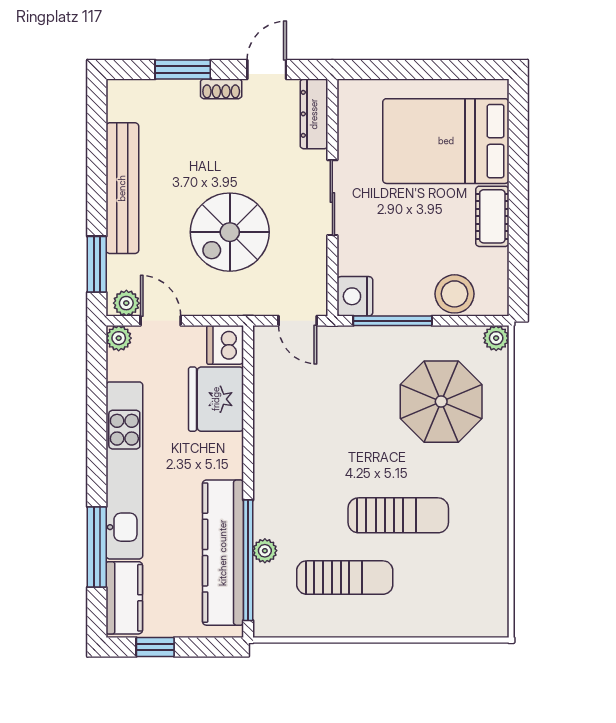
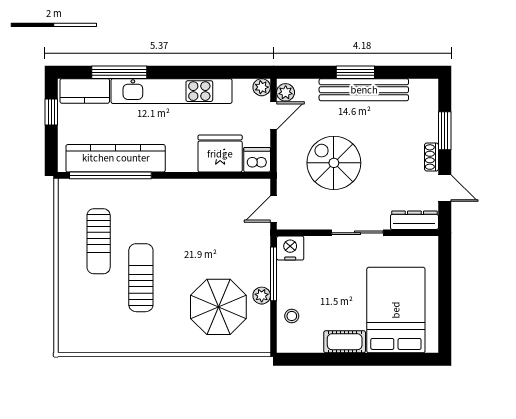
window: (97, 264) -> (355, 72), moved
stool: (455, 294) -> (292, 316), width x0.53, depth x0.53
plant: (496, 338) -> (262, 296), moved
sun lounger: (398, 515) -> (141, 278), turned 180
plant: (265, 551) -> (117, 187), removed

